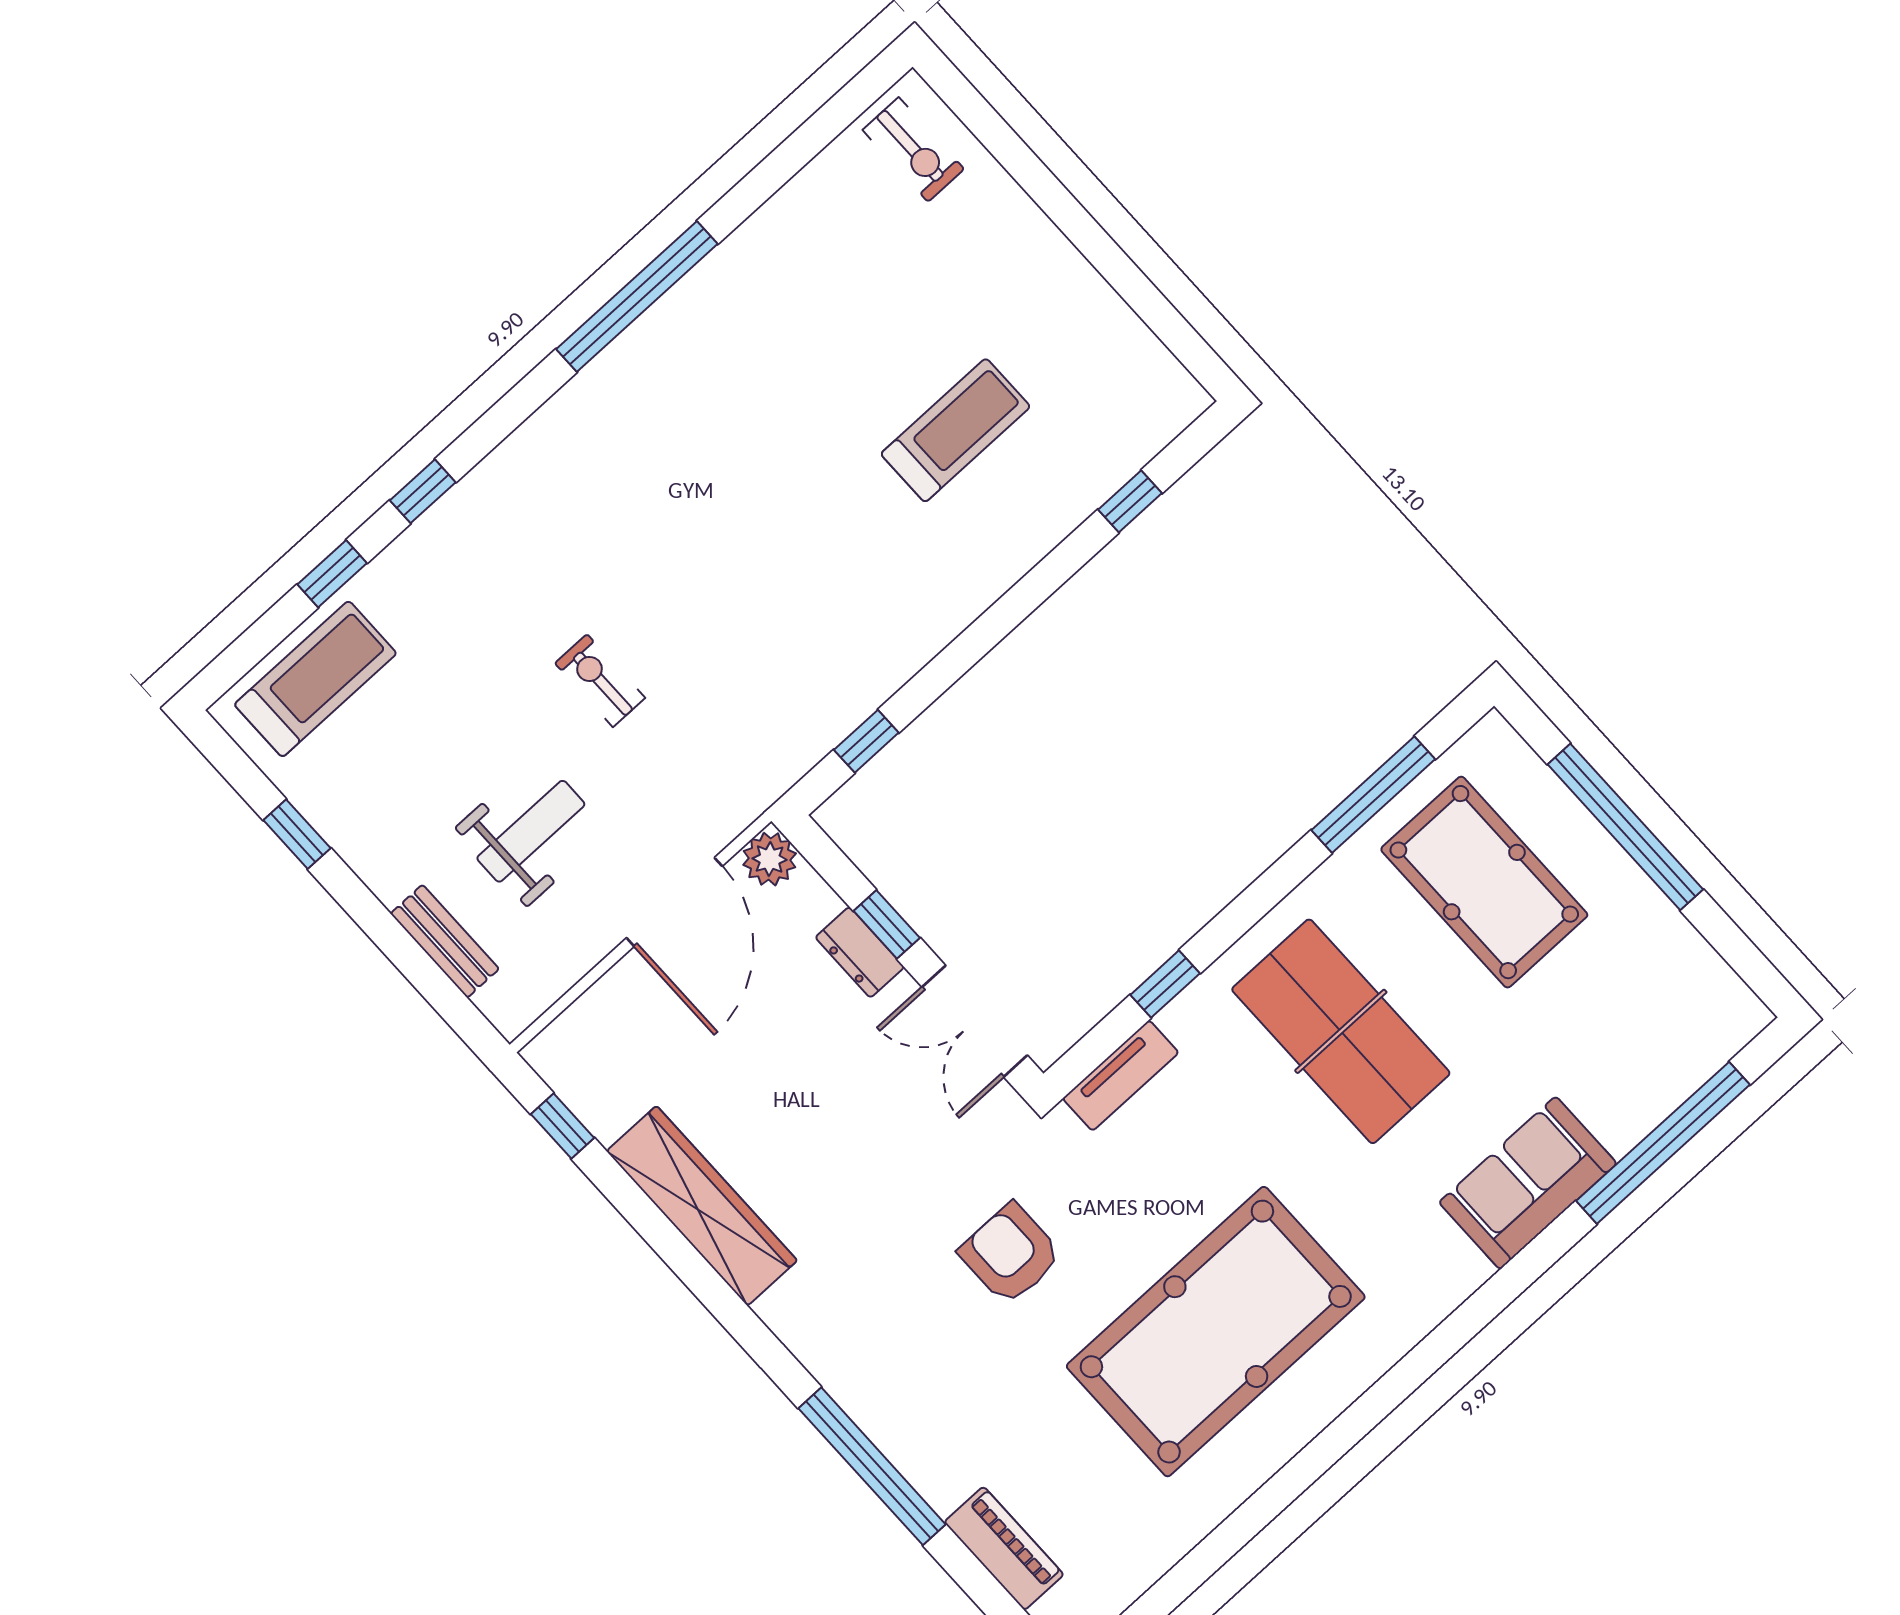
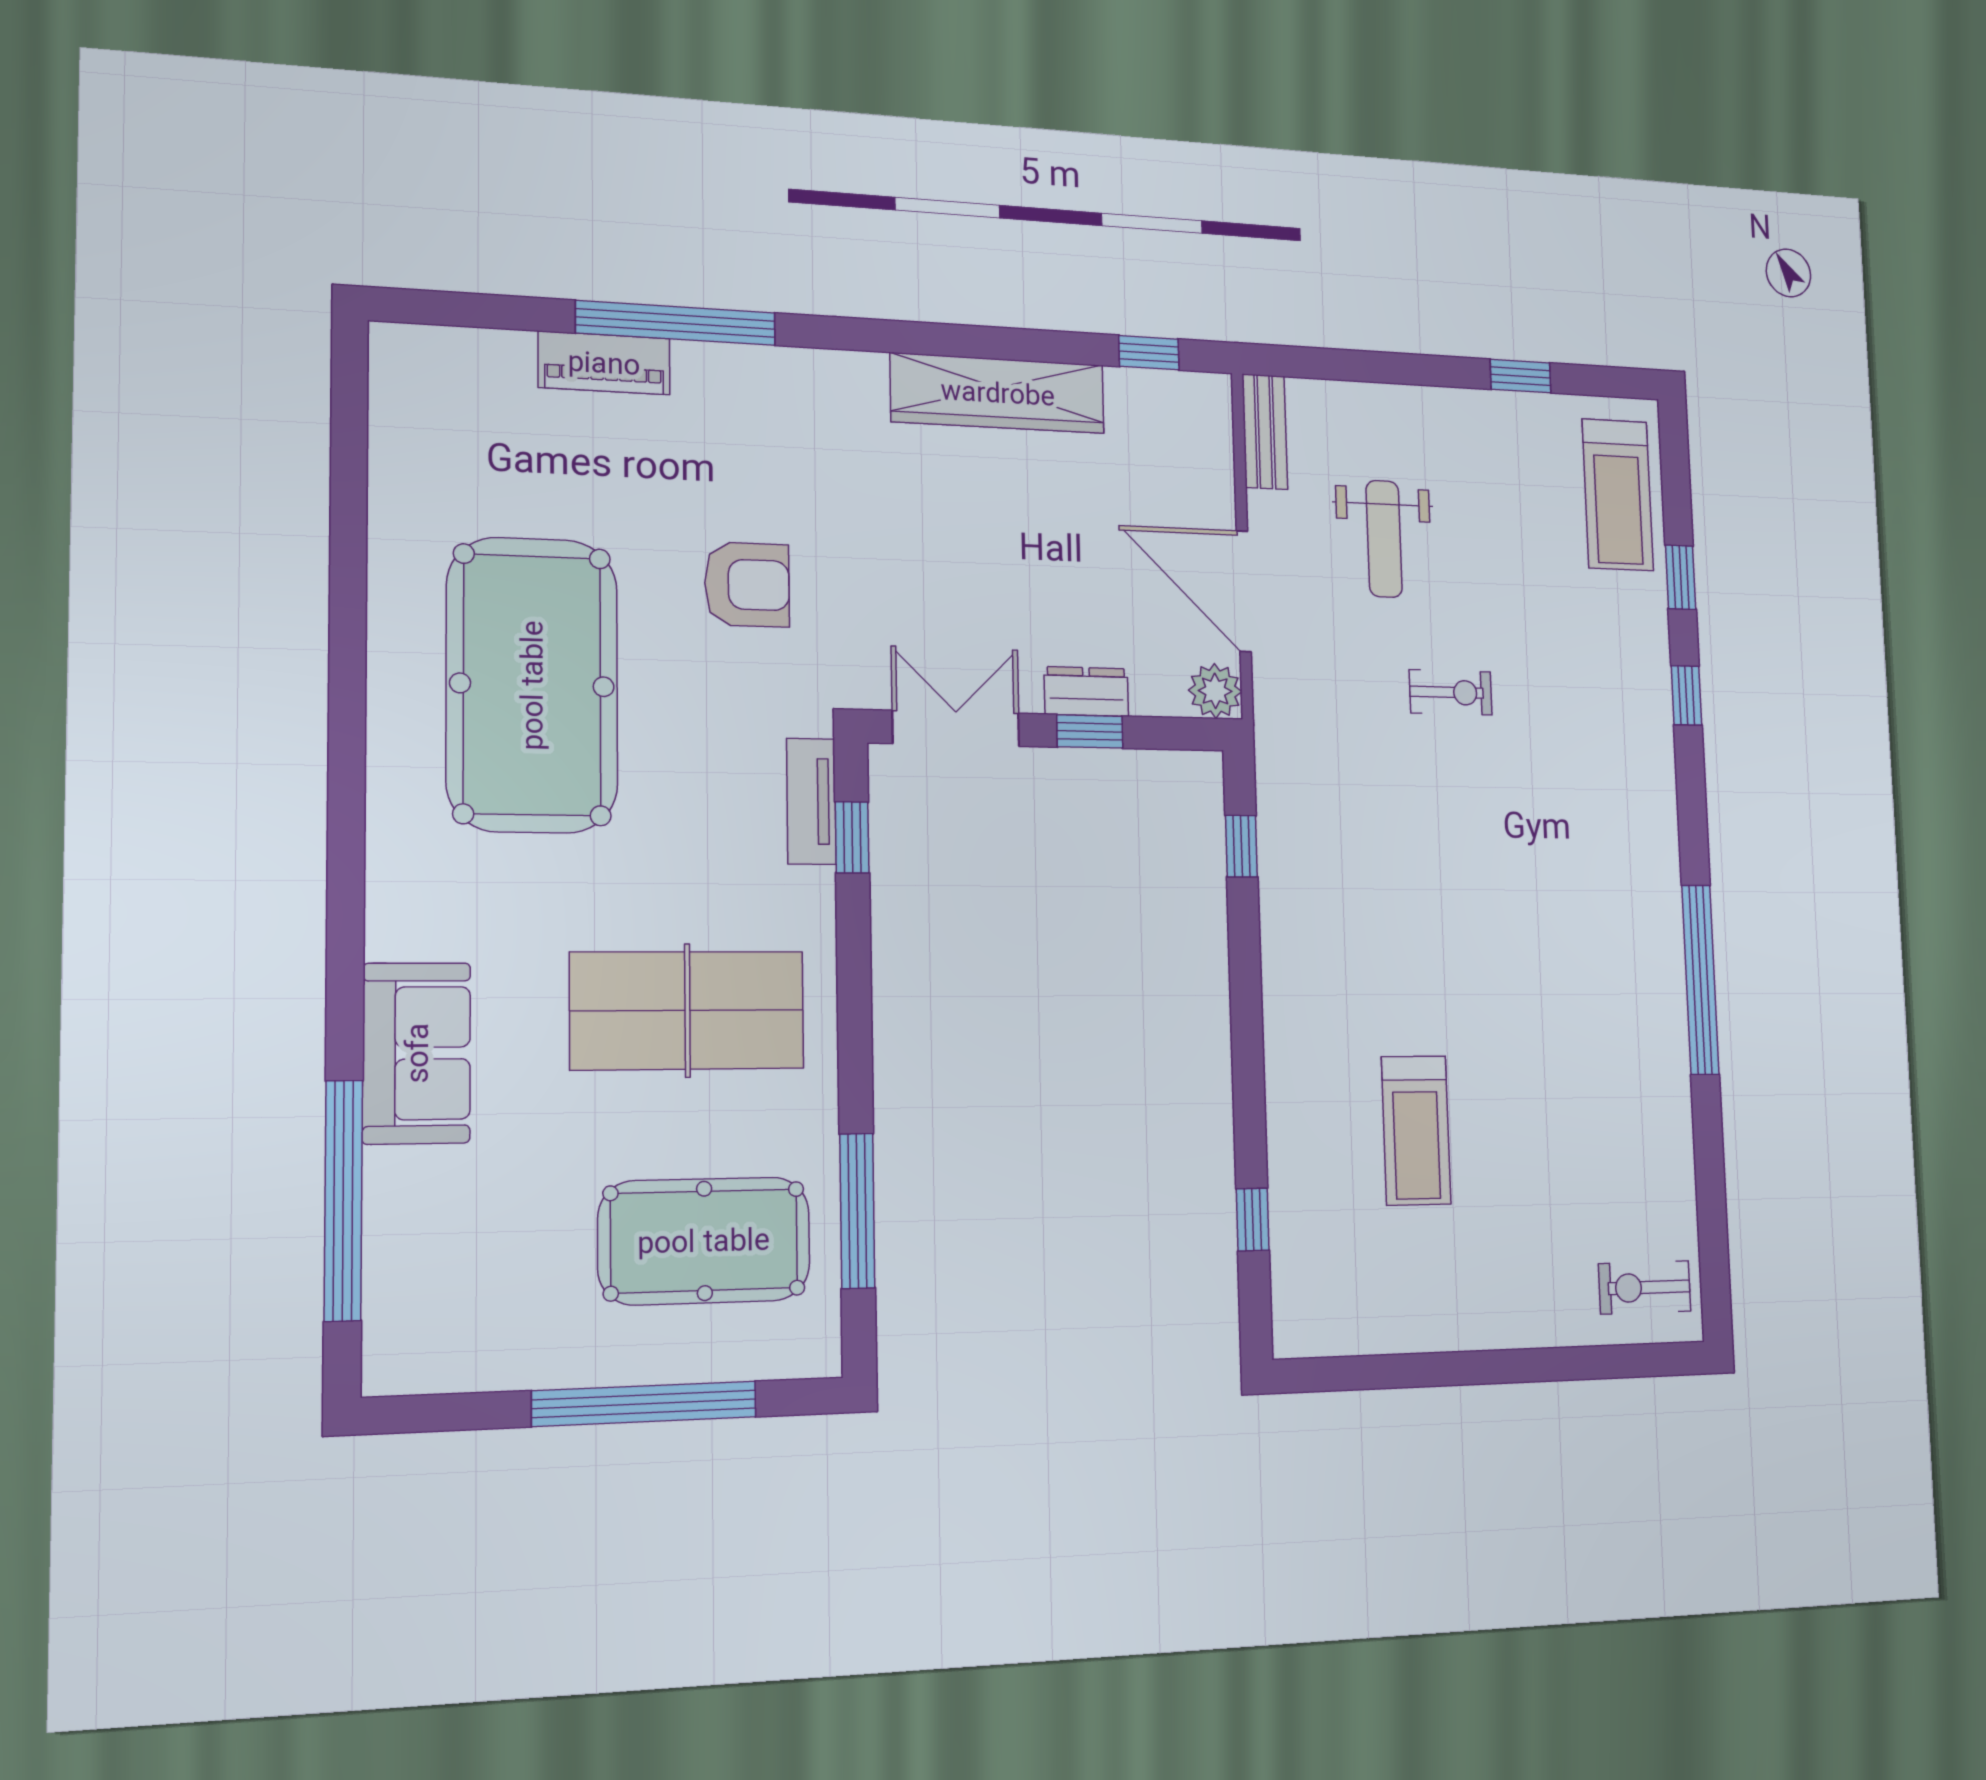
bench: (445, 941) -> (1265, 432), moved, turned 90
window: (1165, 984) -> (852, 837), moved
piano: (1004, 1548) -> (604, 363), moved

